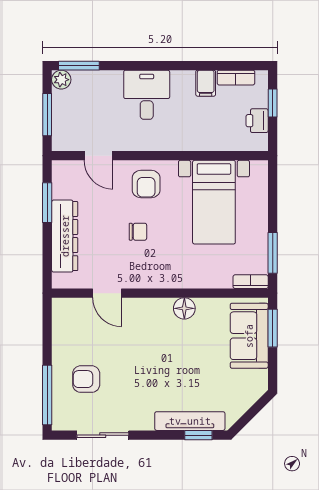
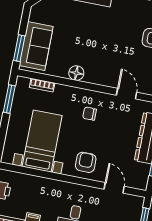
chair: (138, 232) -> (90, 114), moved
bookcase: (251, 282) -> (42, 85), moved

